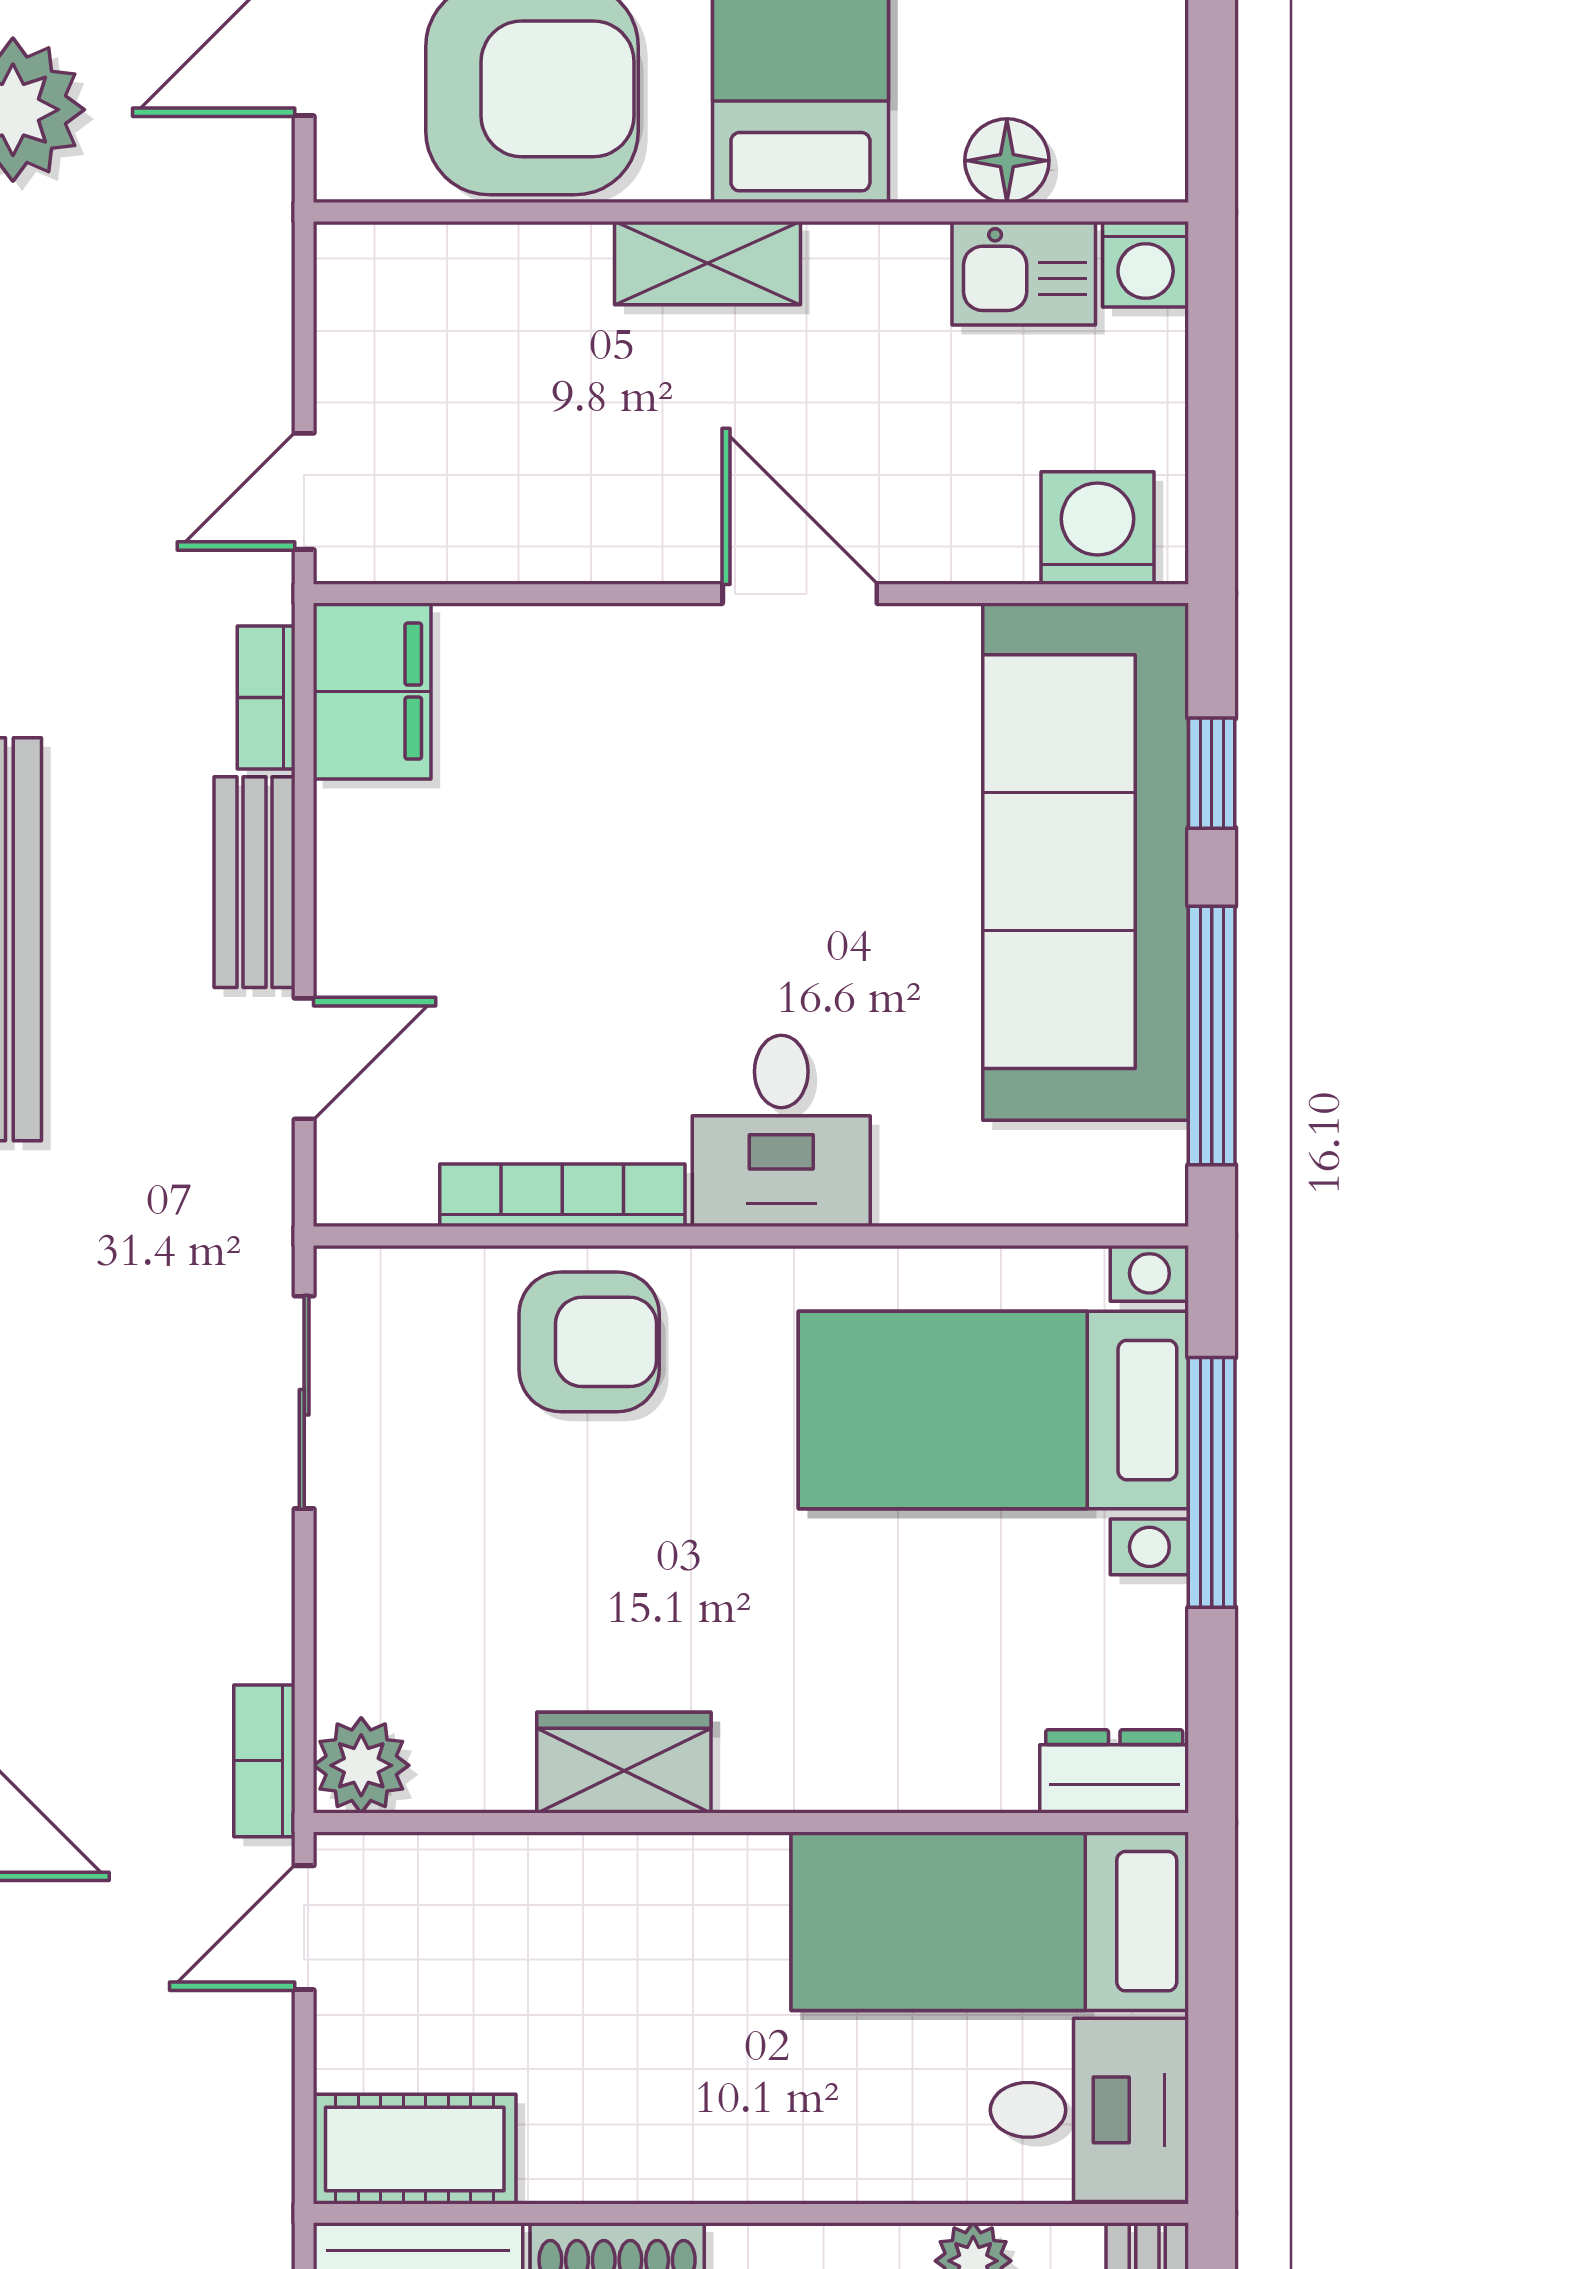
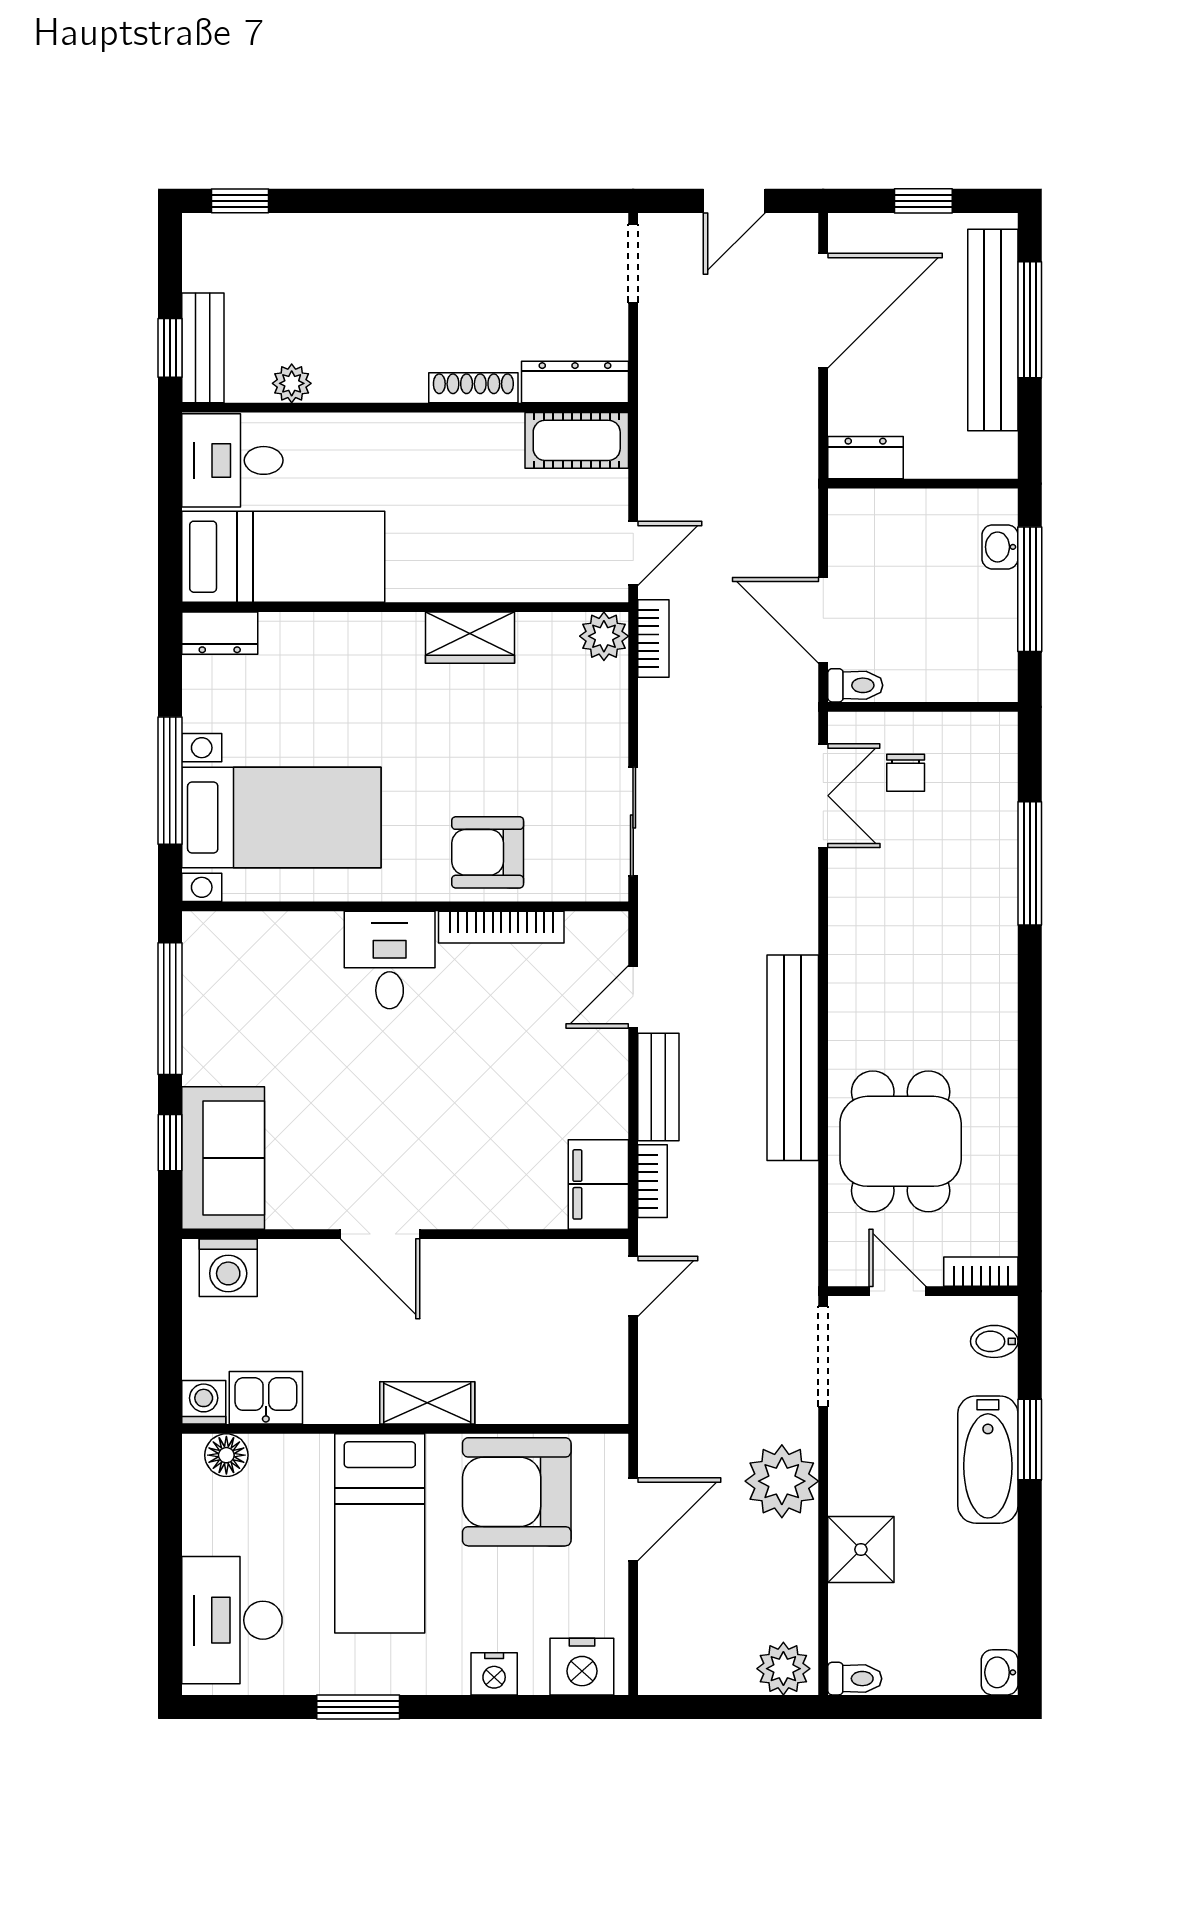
floor lamp: (1007, 161) -> (226, 1455), moved
sofa: (1086, 862) -> (223, 1158), width x0.54, depth x0.79

